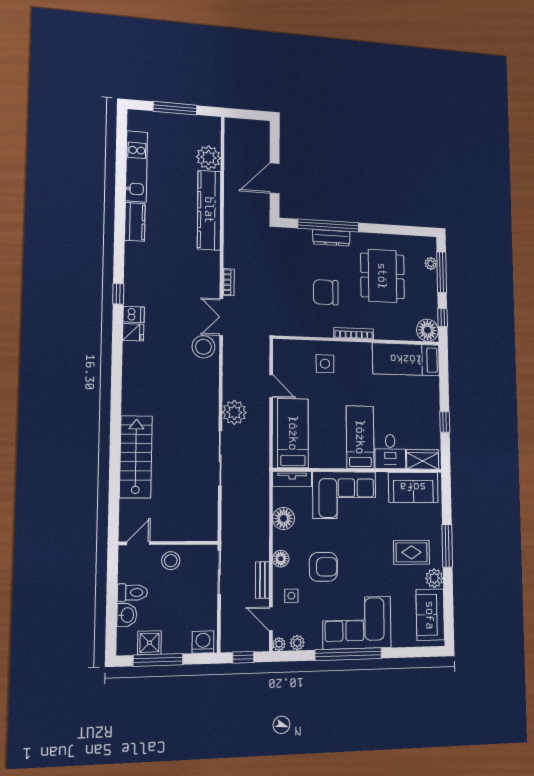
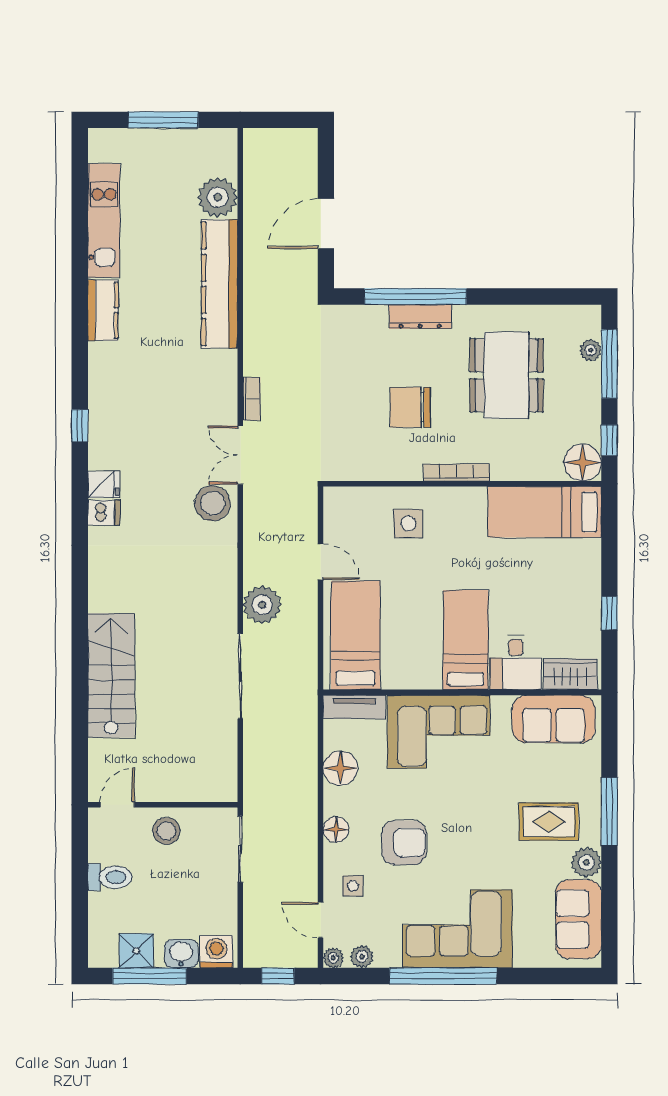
dishwasher: (134, 314) -> (104, 512), moved
bench: (262, 580) -> (307, 862), removed
washbasin: (127, 615) -> (181, 954), moved, turned -90

